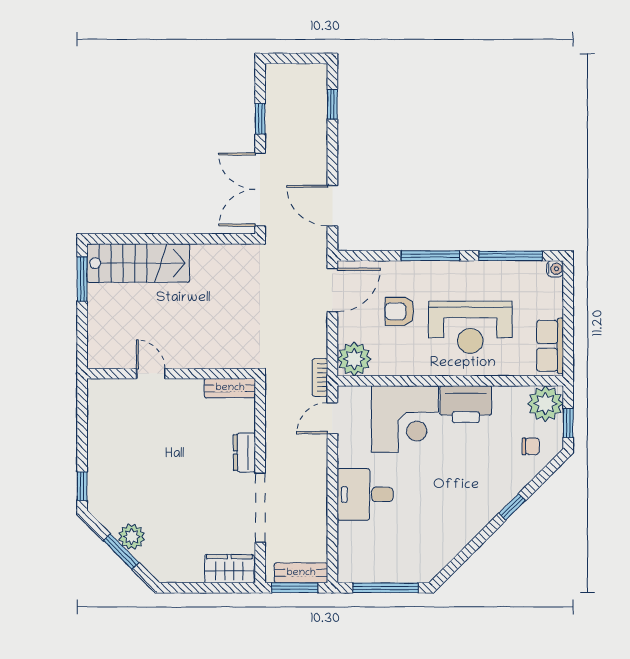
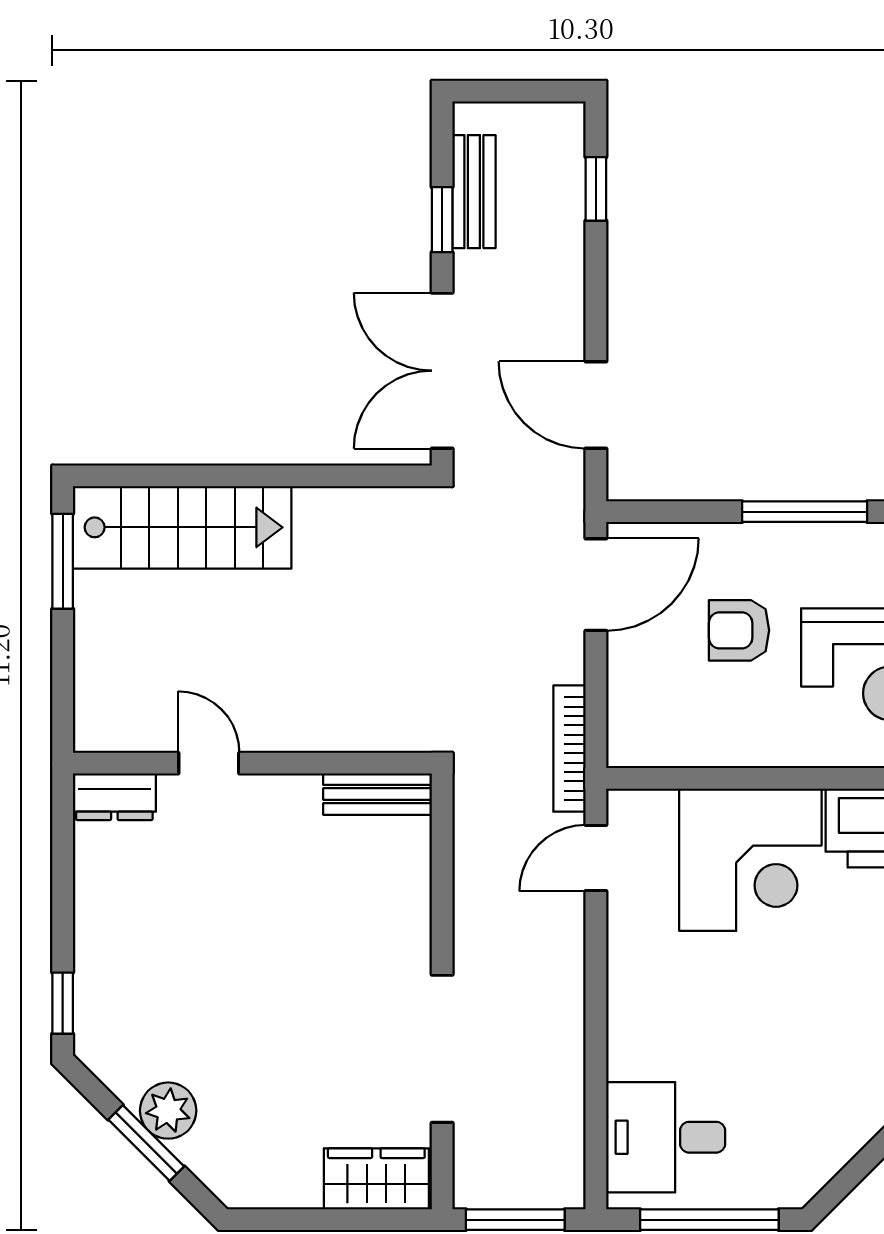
plant: (354, 359) -> (643, 732), removed
bookcase: (320, 378) -> (570, 749), width x1.56
dresser: (244, 453) -> (114, 797), moved, turned -90
desk: (365, 494) -> (666, 1137), moved
bench: (301, 573) -> (474, 192), moved, turned 90

